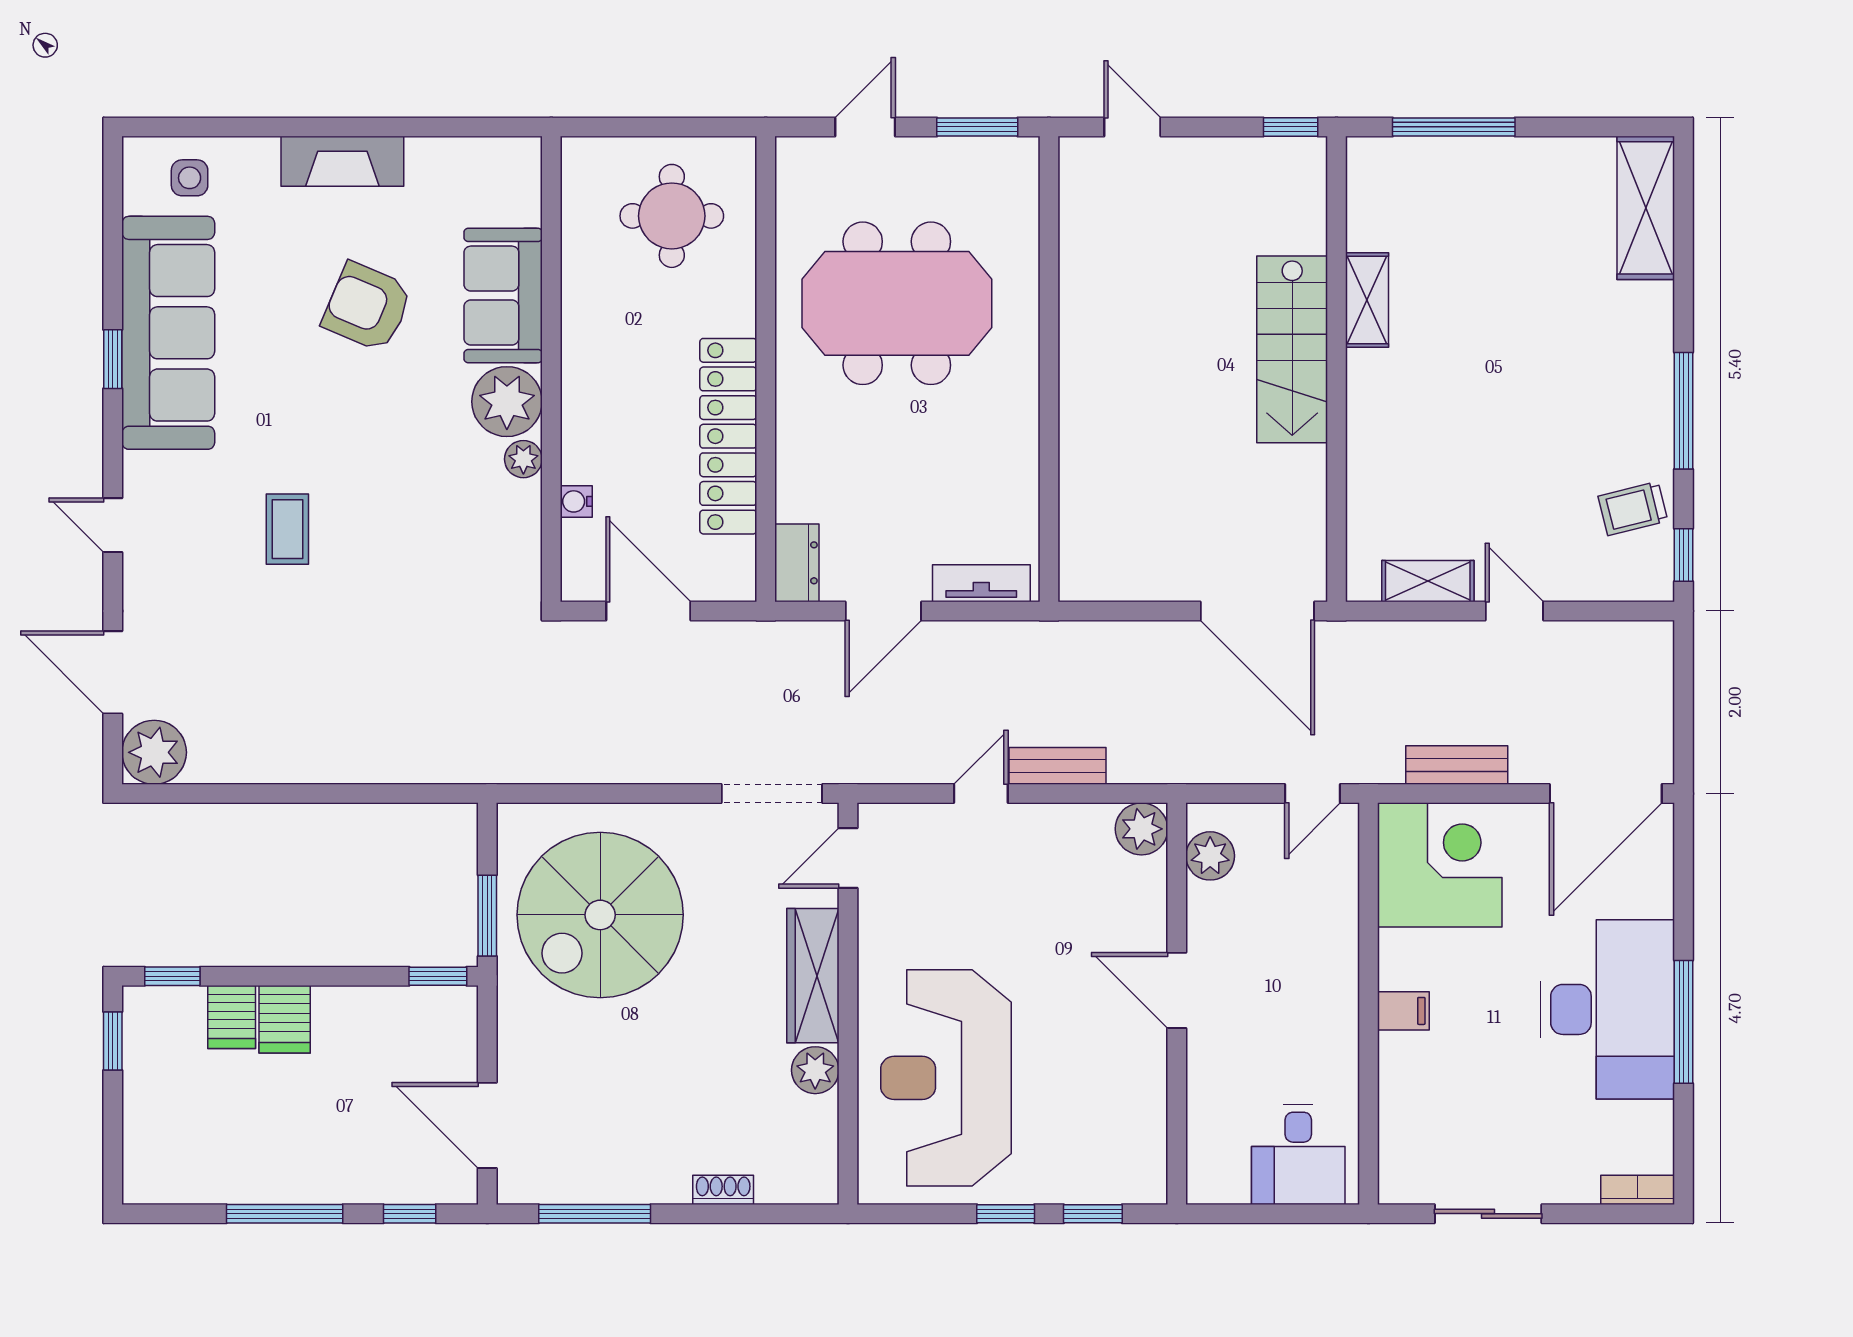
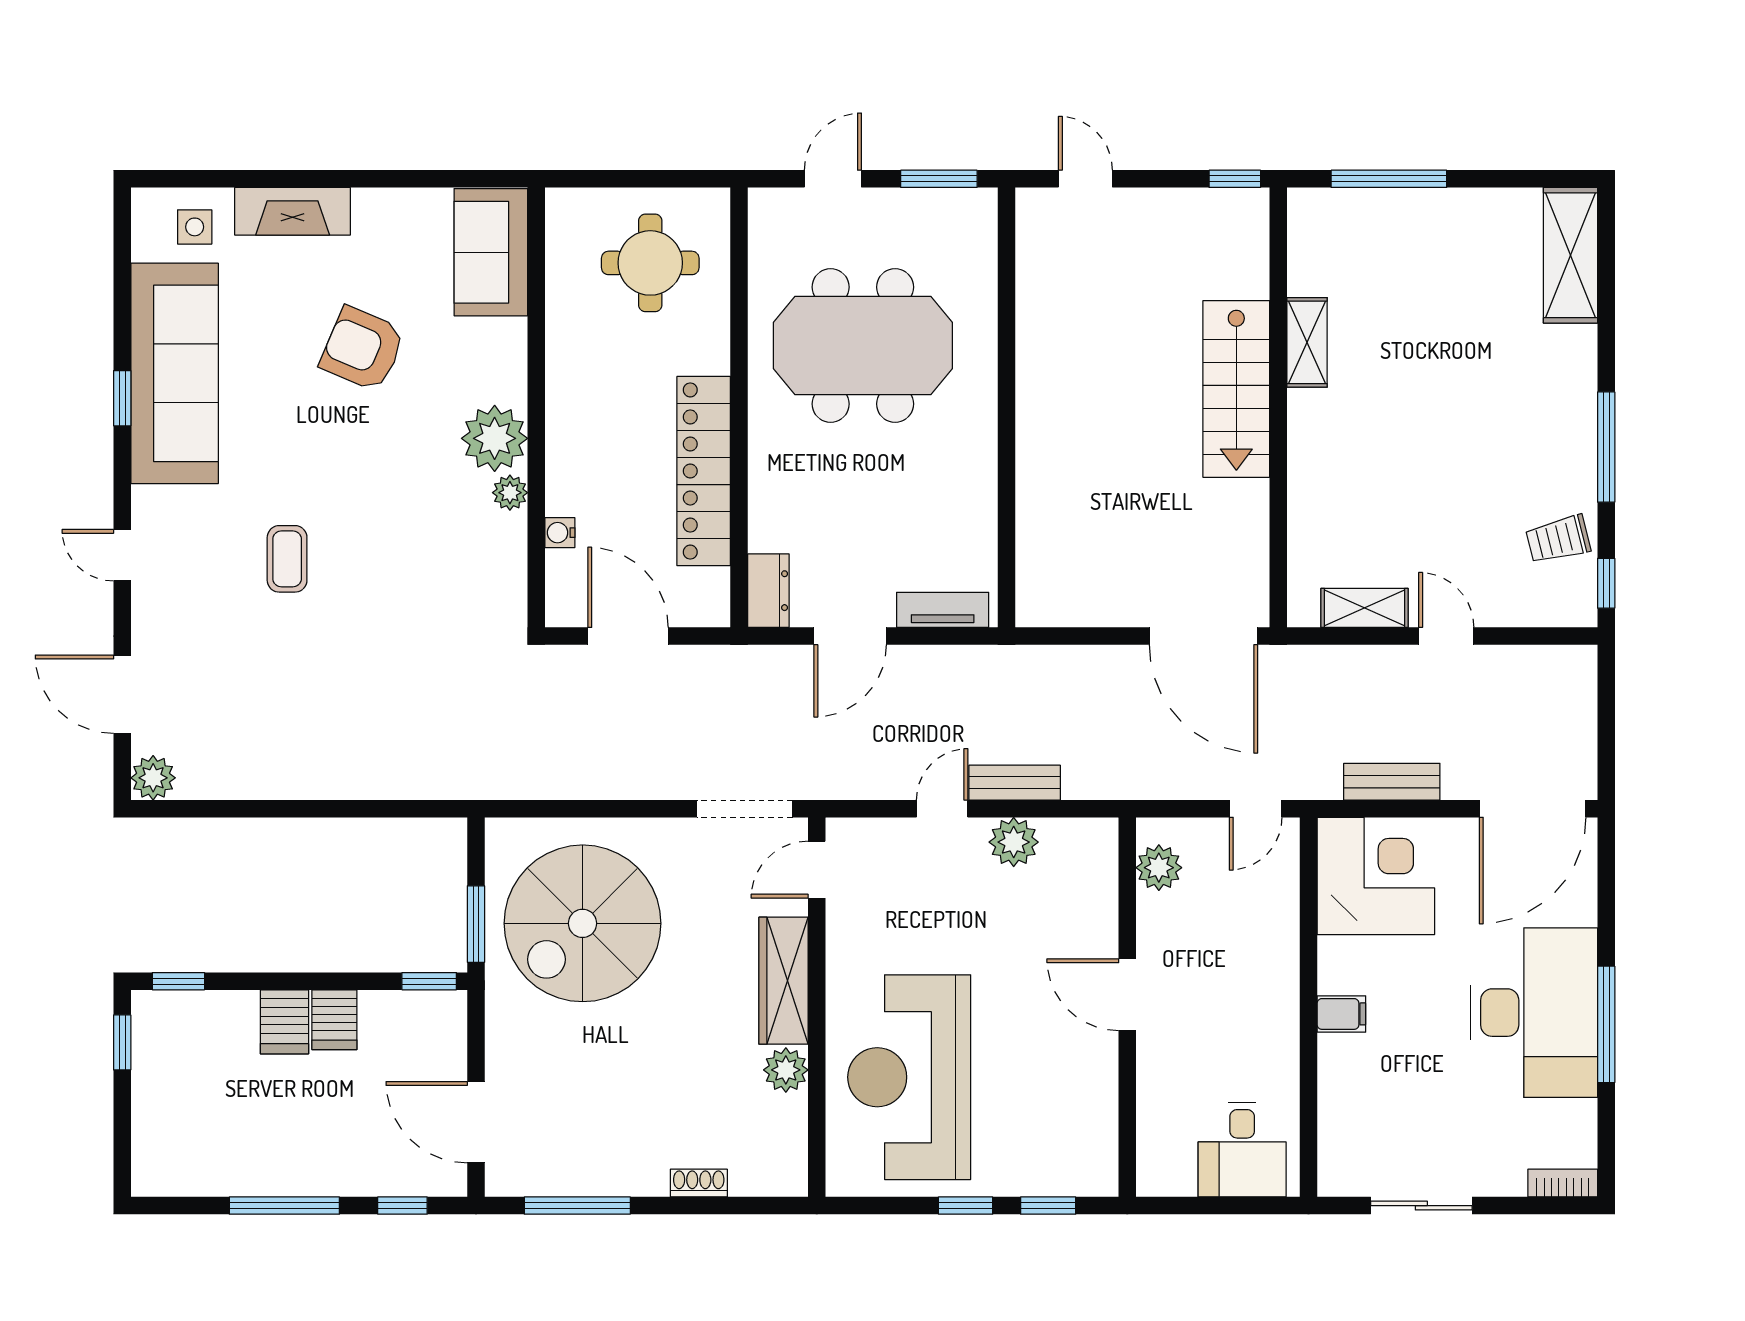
fireplace: (342, 161) -> (293, 211), moved
sofa: (503, 296) -> (491, 252), moved
plant: (154, 752) -> (153, 778), width x0.73, depth x0.73
plant: (1141, 829) -> (1014, 842), moved
server rack: (232, 1017) -> (334, 1020), moved

